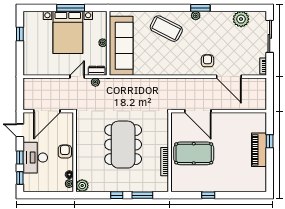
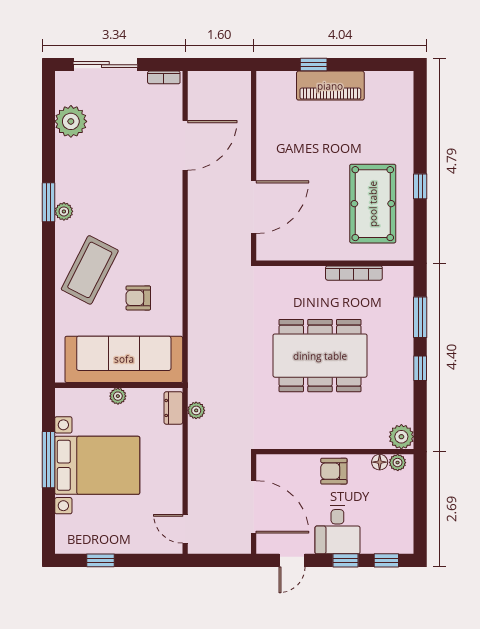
armchair: (207, 61) -> (138, 298), moved
door: (77, 77) -> (185, 529), moved
pool table: (194, 153) -> (373, 204), moved
desk: (35, 158) -> (337, 530), width x0.73

